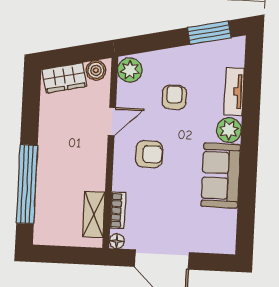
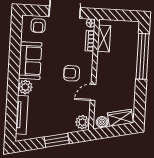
window: (209, 33) -> (57, 140), moved
tv unit: (234, 92) -> (22, 115), width x1.41
armchair: (174, 97) -> (38, 26), moved

